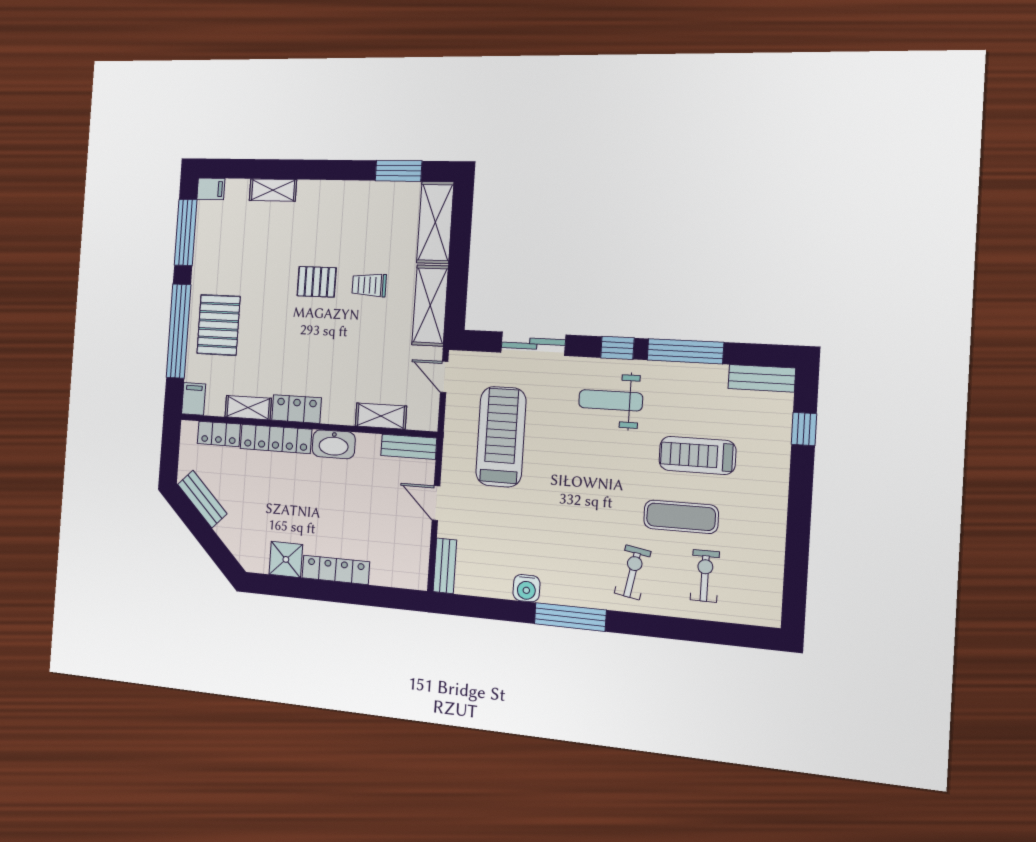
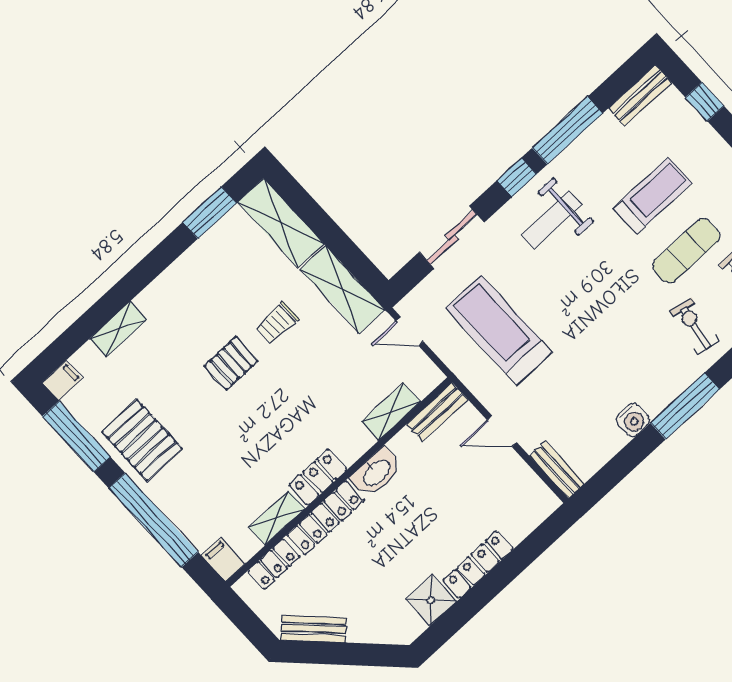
pallet: (219, 325) -> (142, 440), moved
treadmill: (697, 455) -> (653, 196), turned 180

